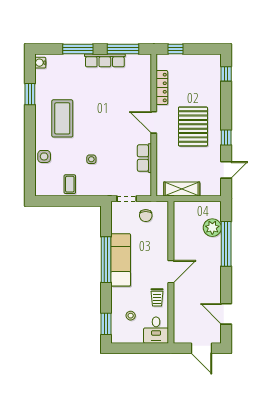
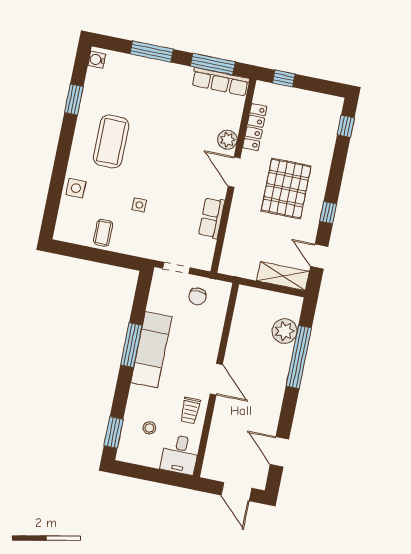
row of seats: (105, 60) -> (220, 82), moved
plant: (144, 100) -> (227, 140), added
door: (226, 170) -> (319, 257), swing flipped
shelving: (182, 189) -> (283, 276), moved
window: (106, 260) -> (131, 345), width x0.68
door: (171, 272) -> (216, 379), hinge flipped

